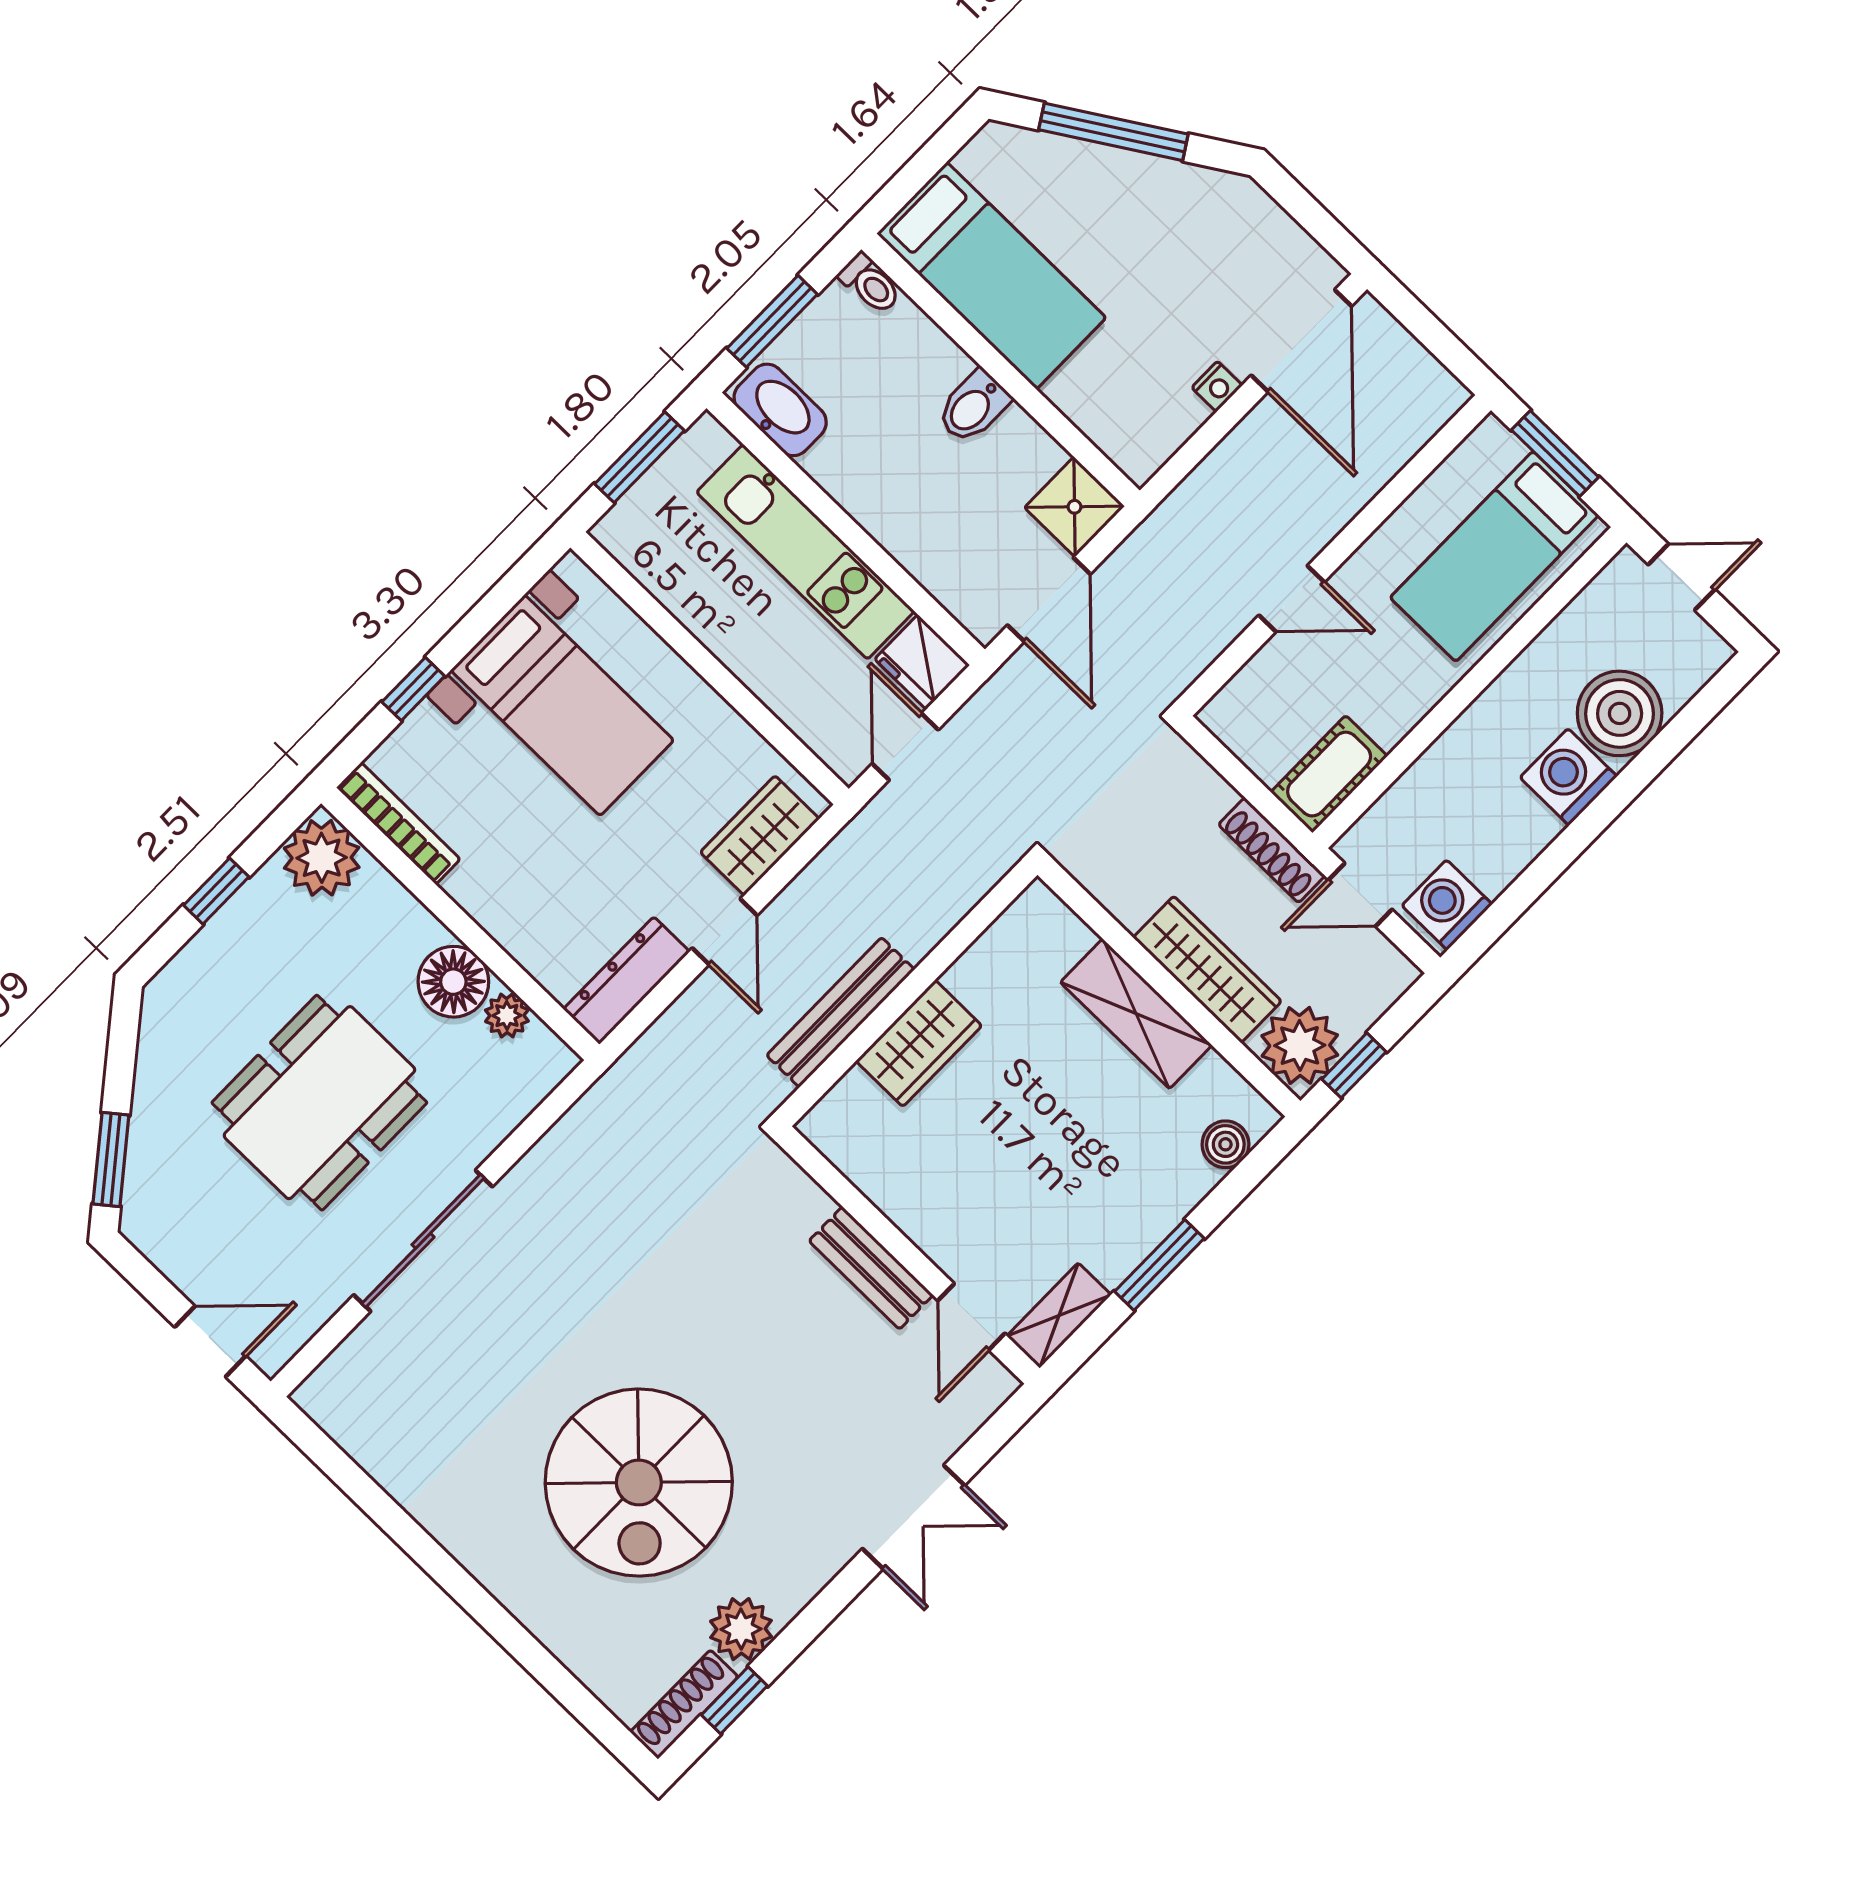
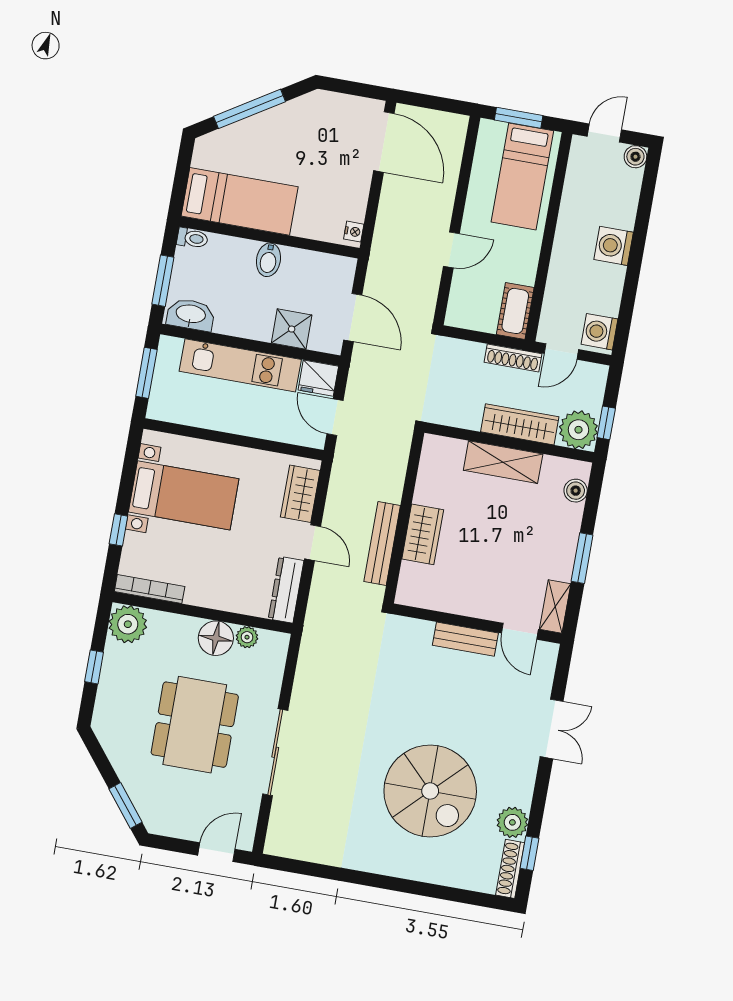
nightstand: (1217, 386) -> (354, 232), moved
shower: (1075, 507) -> (292, 329), moved
boiler: (1620, 713) -> (635, 157), moved, width x0.54, depth x0.54

